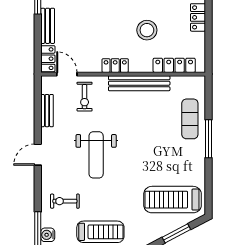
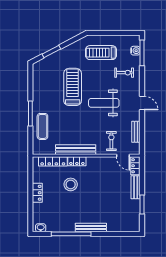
locker: (115, 66) -> (77, 161), moved
door: (38, 155) -> (142, 103), hinge flipped
weight bench: (96, 155) -> (104, 103), turned -90
treadmill: (173, 200) -> (73, 87), moved, turned -90

